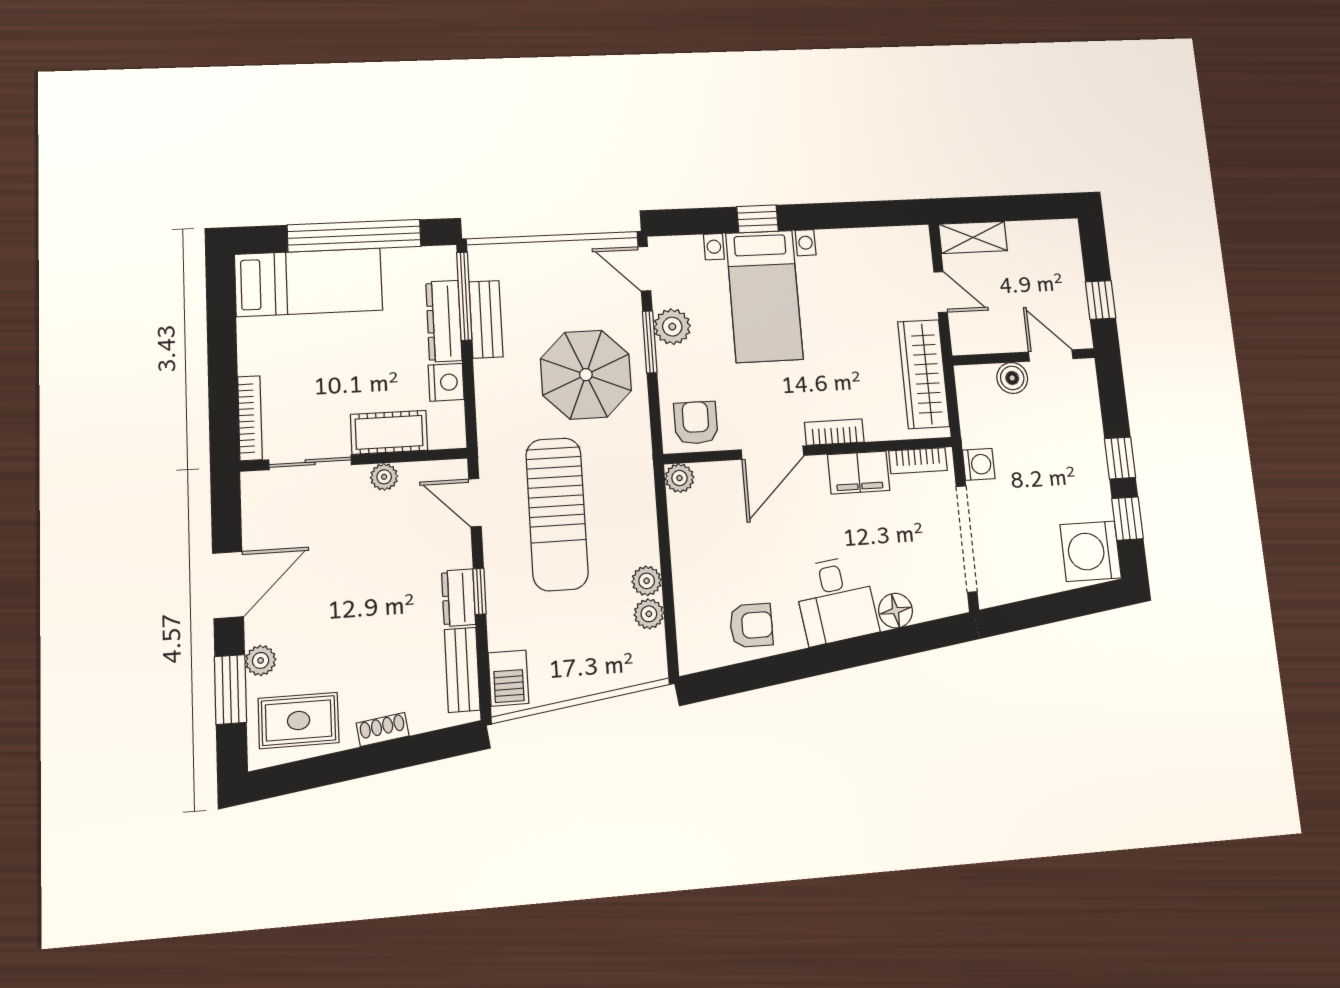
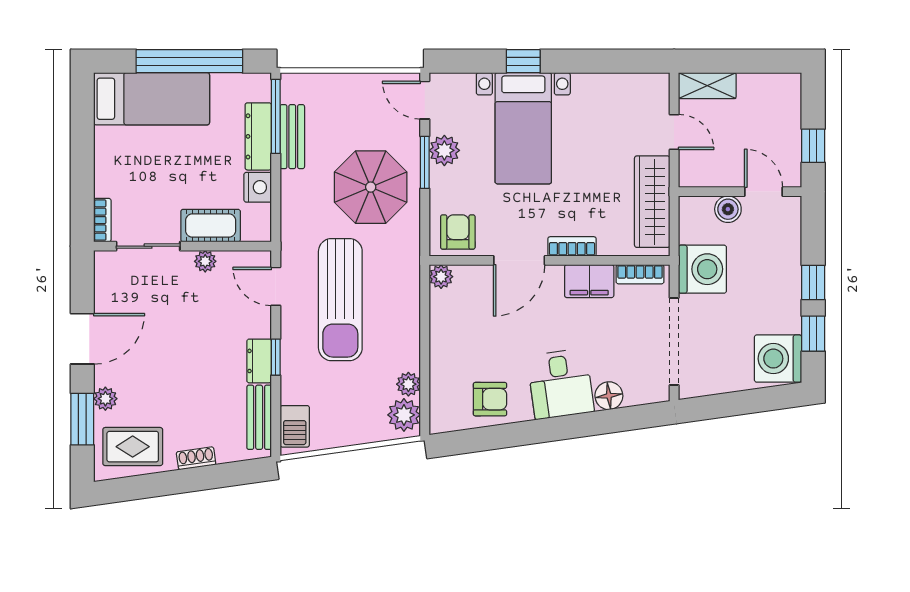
bookcase: (250, 418) -> (102, 220), width x0.64
washing machine: (979, 464) -> (702, 269), width x1.89, depth x1.89
plant: (647, 581) -> (404, 415), moved, width x1.38, depth x1.38

